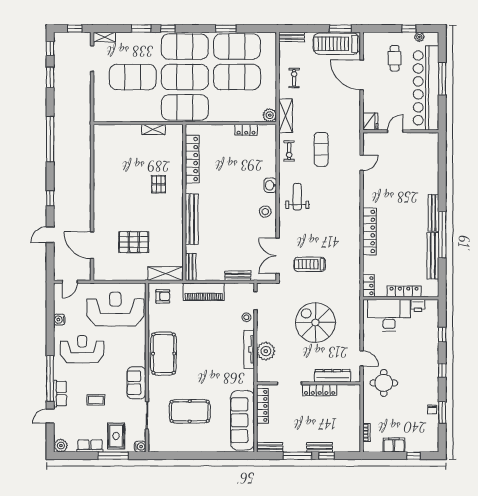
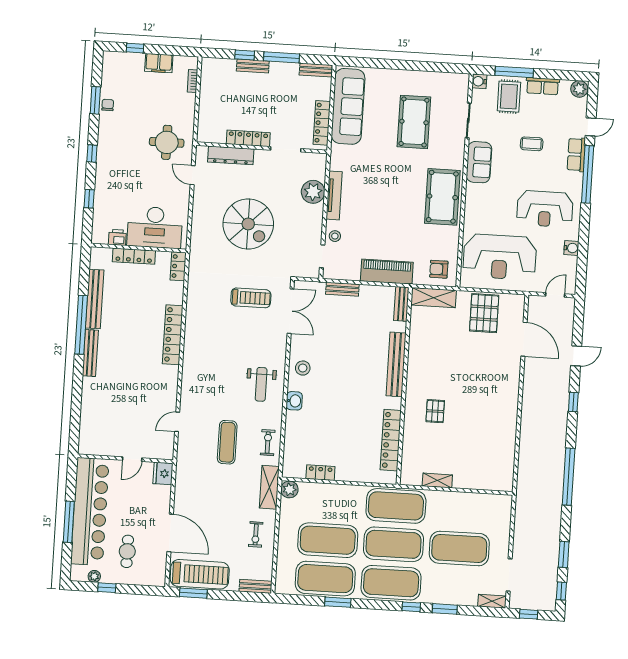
pallet: (134, 242) -> (484, 313), moved, turned 90
pool table: (190, 411) -> (414, 122), turned 90

